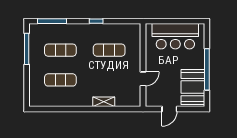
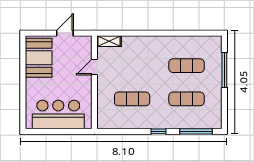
window: (96, 21) -> (158, 131), moved
window: (27, 49) -> (224, 70), moved
window: (207, 69) -> (23, 77), removed
shelving: (104, 102) -> (109, 41), moved

